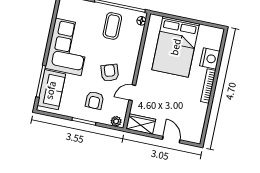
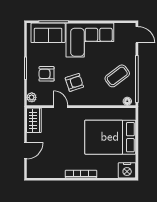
coffee table: (112, 26) -> (117, 76), turned -37
nightstand: (210, 59) -> (127, 170), moved

